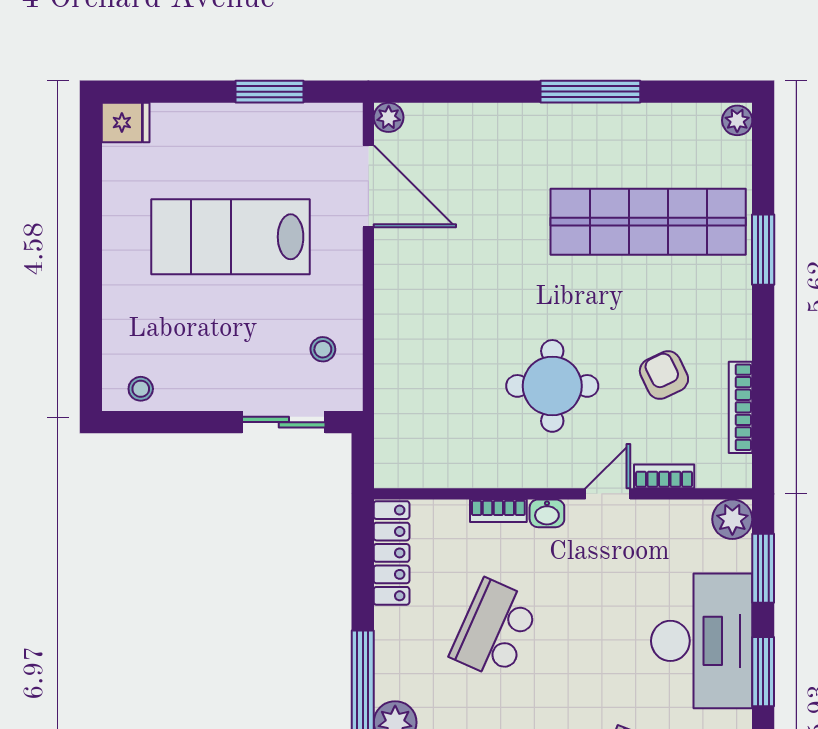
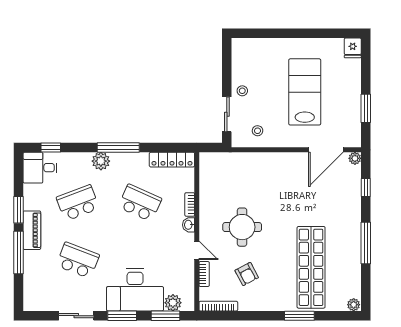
window: (458, 92) -> (366, 188), added
armchair: (664, 375) -> (247, 274), turned 88
stool: (141, 389) -> (242, 91), moved
bookcase: (740, 407) -> (218, 306), moved
plant: (732, 519) -> (173, 303), moved

